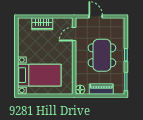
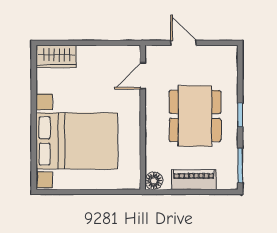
wardrobe: (42, 24) -> (57, 56), moved
bed with nightstands: (39, 75) -> (77, 141), width x1.36

